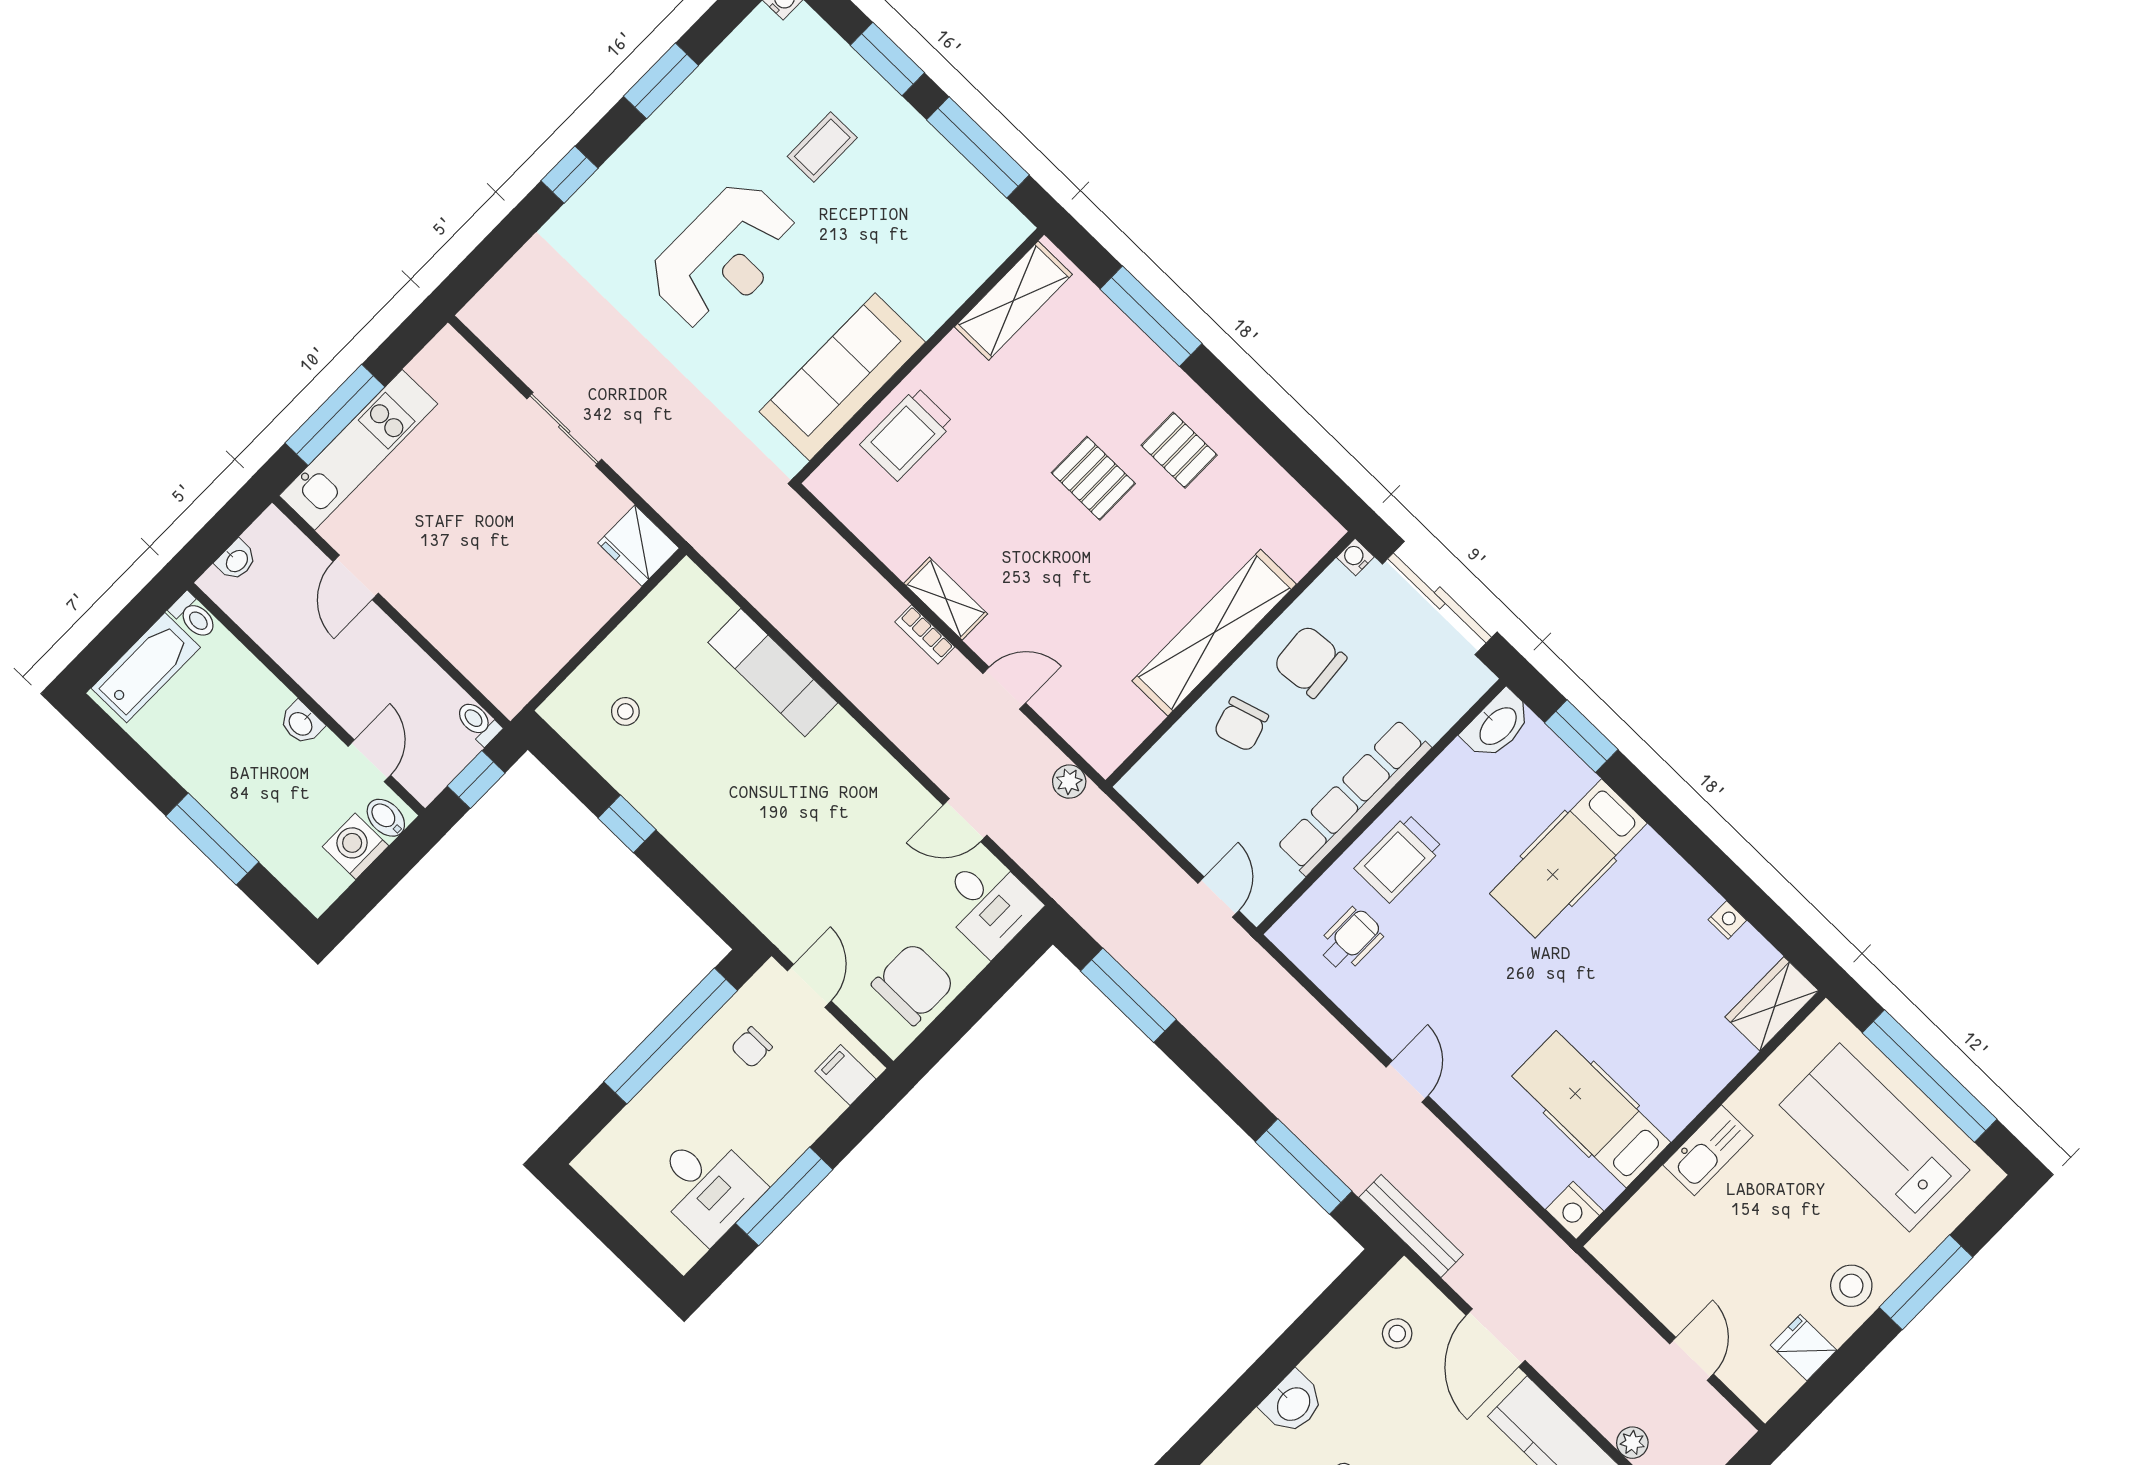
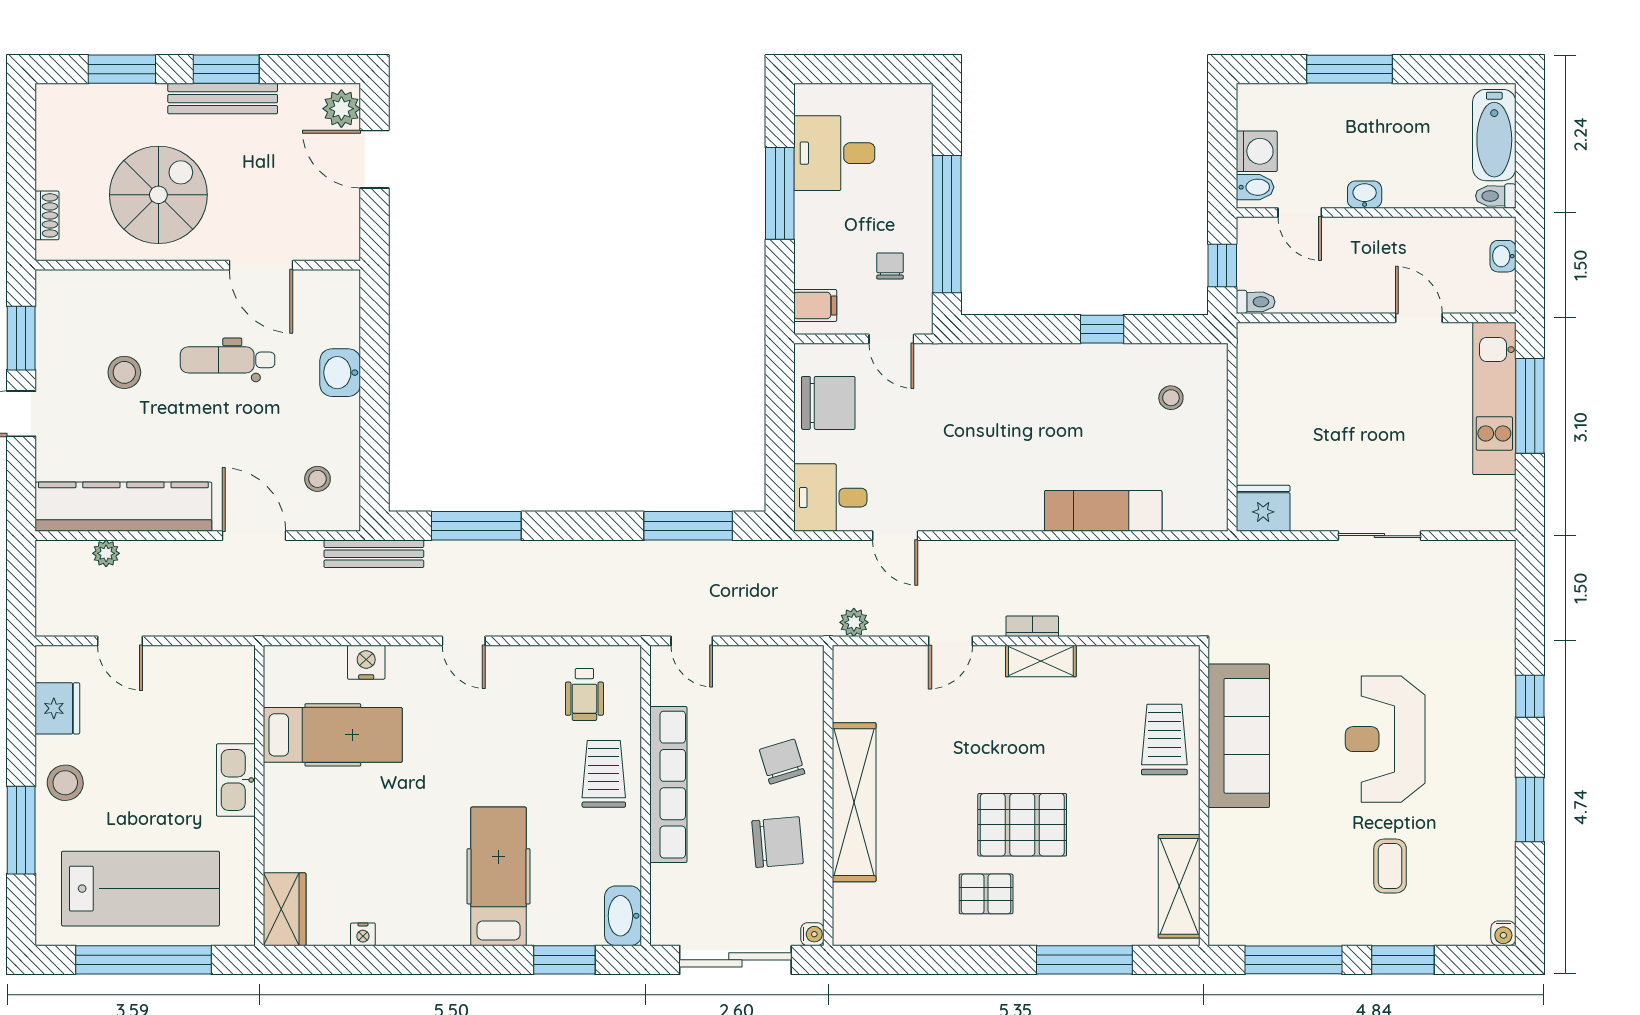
pallet: (1093, 478) -> (1022, 825), width x1.50, depth x1.42
door: (965, 820) -> (895, 536), swing flipped
chair: (913, 984) -> (828, 403), turned -90
nightstand: (1575, 1210) -> (366, 662), moved
fridge: (1804, 1348) -> (57, 708), width x1.38

